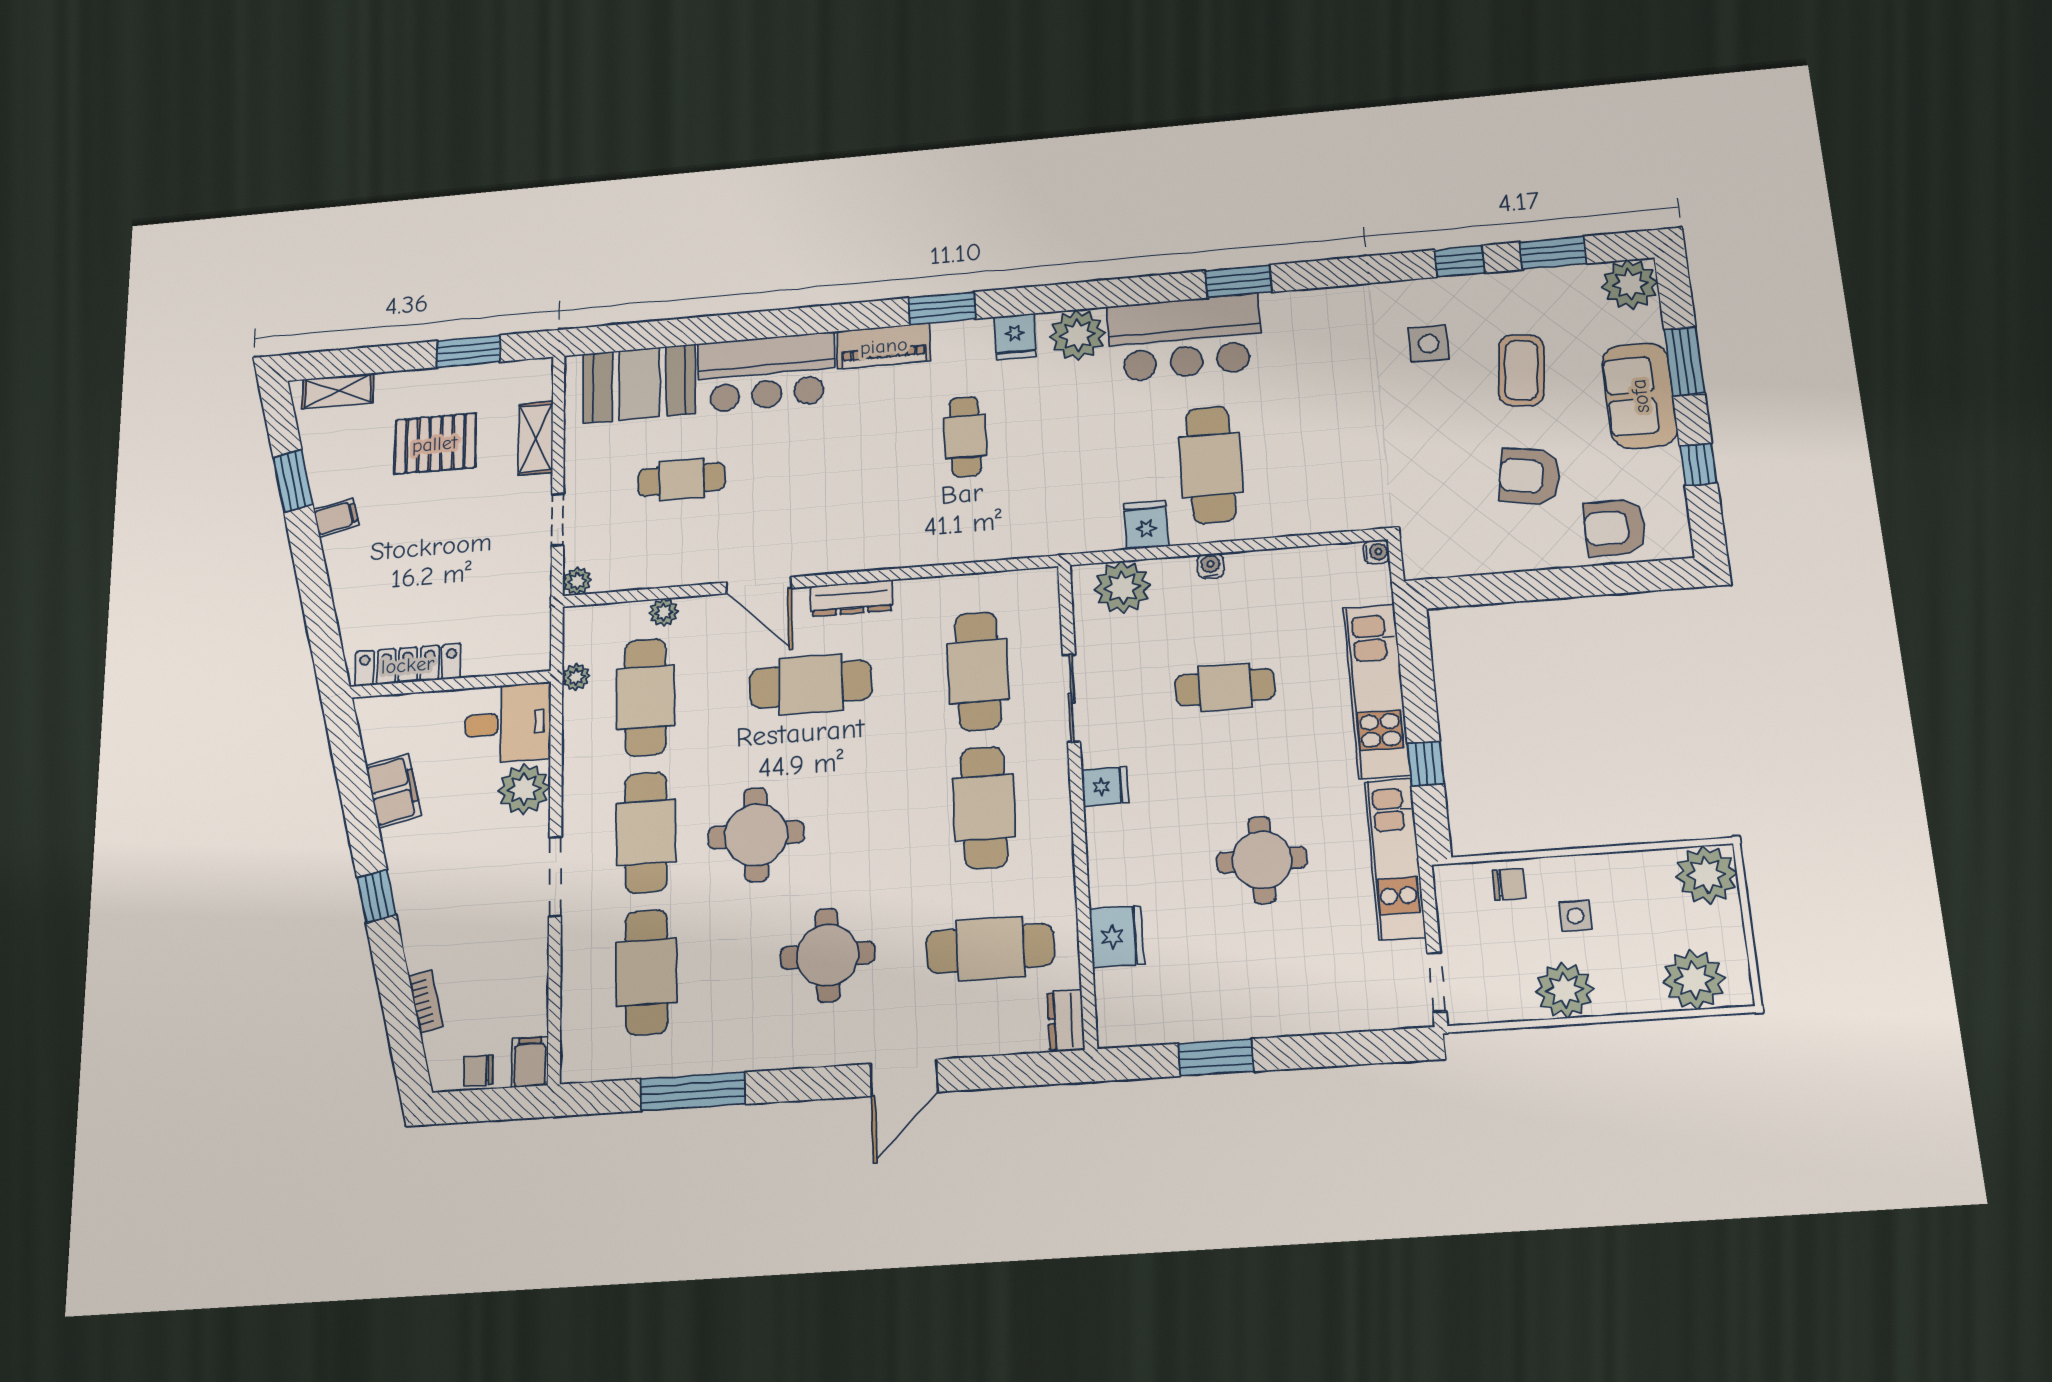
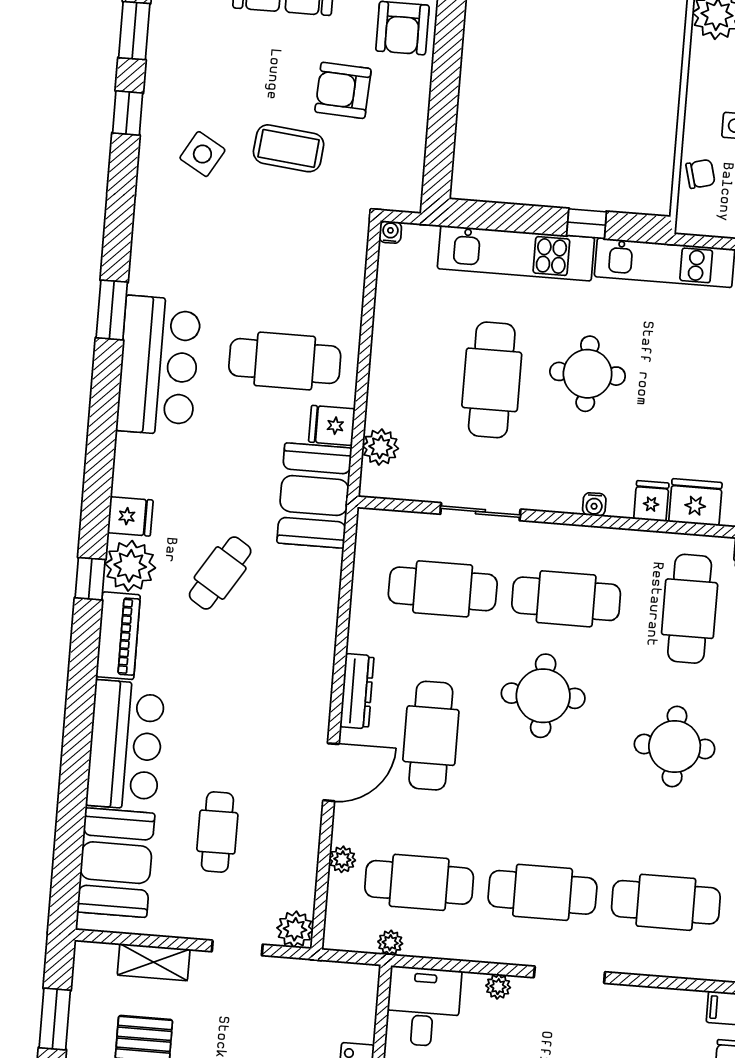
window: (942, 308) -> (90, 579), width x0.67
plant: (1077, 335) -> (130, 566), moved
side table: (1428, 344) -> (202, 154), turned 30
coffee table: (1521, 370) -> (289, 148), moved
cafe table: (965, 437) -> (220, 573), turned -58
armchair: (1530, 476) -> (343, 90), turned 84
booth: (1065, 519) -> (314, 496), added
water cooler: (1211, 566) -> (594, 504), moved, turned -90
plant: (577, 581) -> (295, 929), width x1.38, depth x1.38
plant: (1122, 587) -> (380, 447), width x0.73, depth x0.73
cafe table: (1225, 687) -> (492, 380), width x1.37, depth x1.35
fridge: (1105, 786) -> (651, 501), moved
plant: (524, 789) -> (498, 987), width x0.53, depth x0.53
round table: (756, 835) -> (543, 696), moved
round table: (1262, 860) -> (588, 374), moved
chair: (1509, 884) -> (700, 174), turned 75

